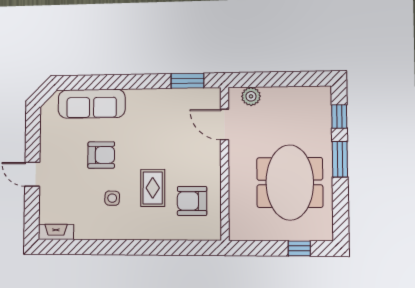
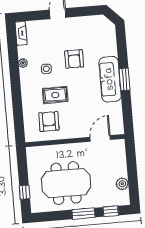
window: (187, 81) -> (124, 79), moved
plant: (251, 96) -> (122, 184), moved
sofa: (92, 104) -> (110, 79), moved
plant: (100, 233) -> (23, 63), added

